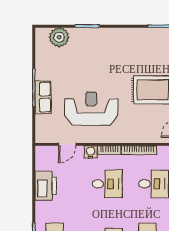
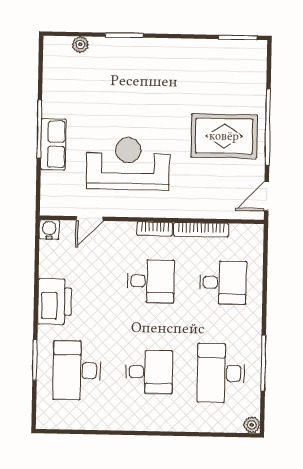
plant: (59, 37) -> (80, 44), width x0.53, depth x0.53
water cooler: (91, 152) -> (49, 230), moved
printer: (46, 186) -> (55, 301), moved

